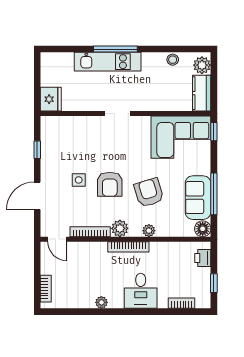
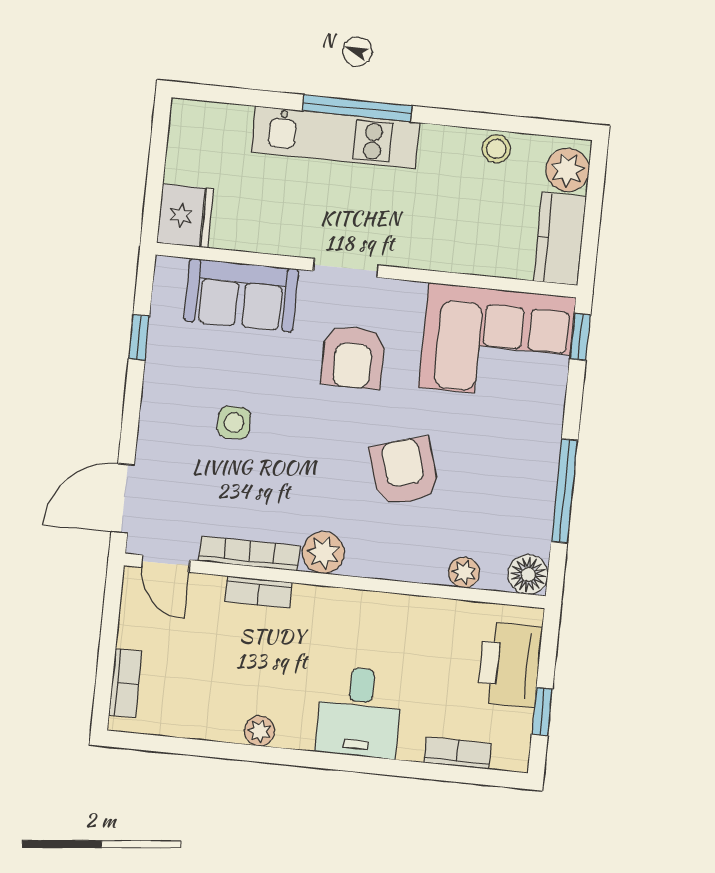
armchair: (110, 184) -> (353, 357), moved
door: (37, 196) -> (123, 498), moved
sofa: (198, 198) -> (241, 295), moved, turned -90
plant: (149, 231) -> (464, 572), moved
bookcase: (128, 247) -> (259, 592), moved, width x0.64
printer: (203, 258) -> (510, 665), width x1.87, depth x1.48

